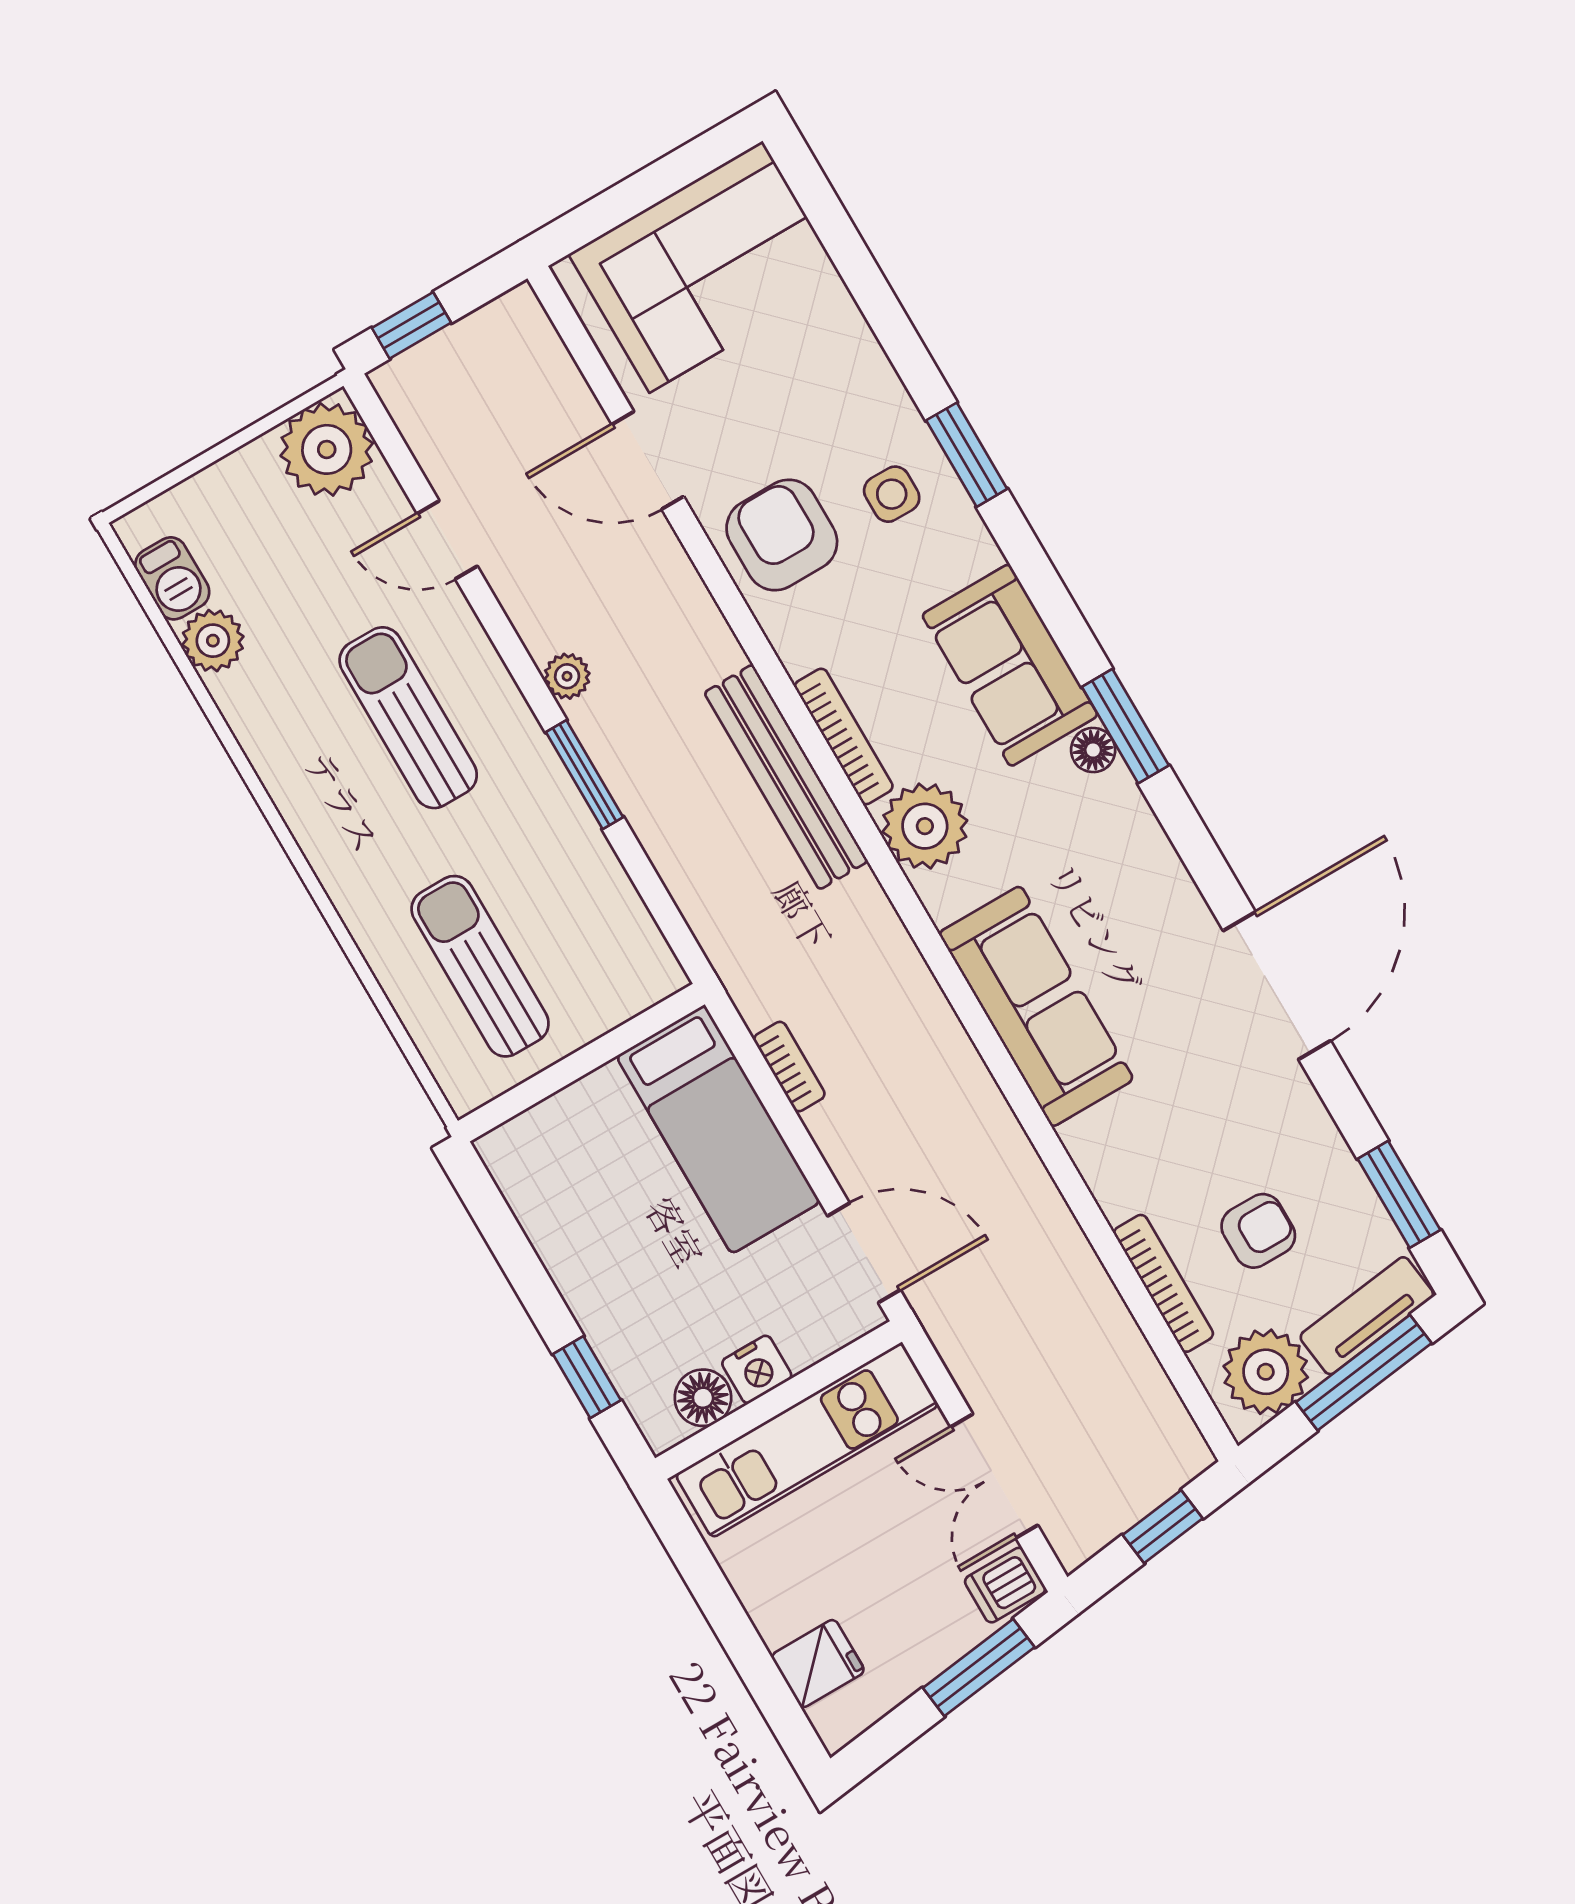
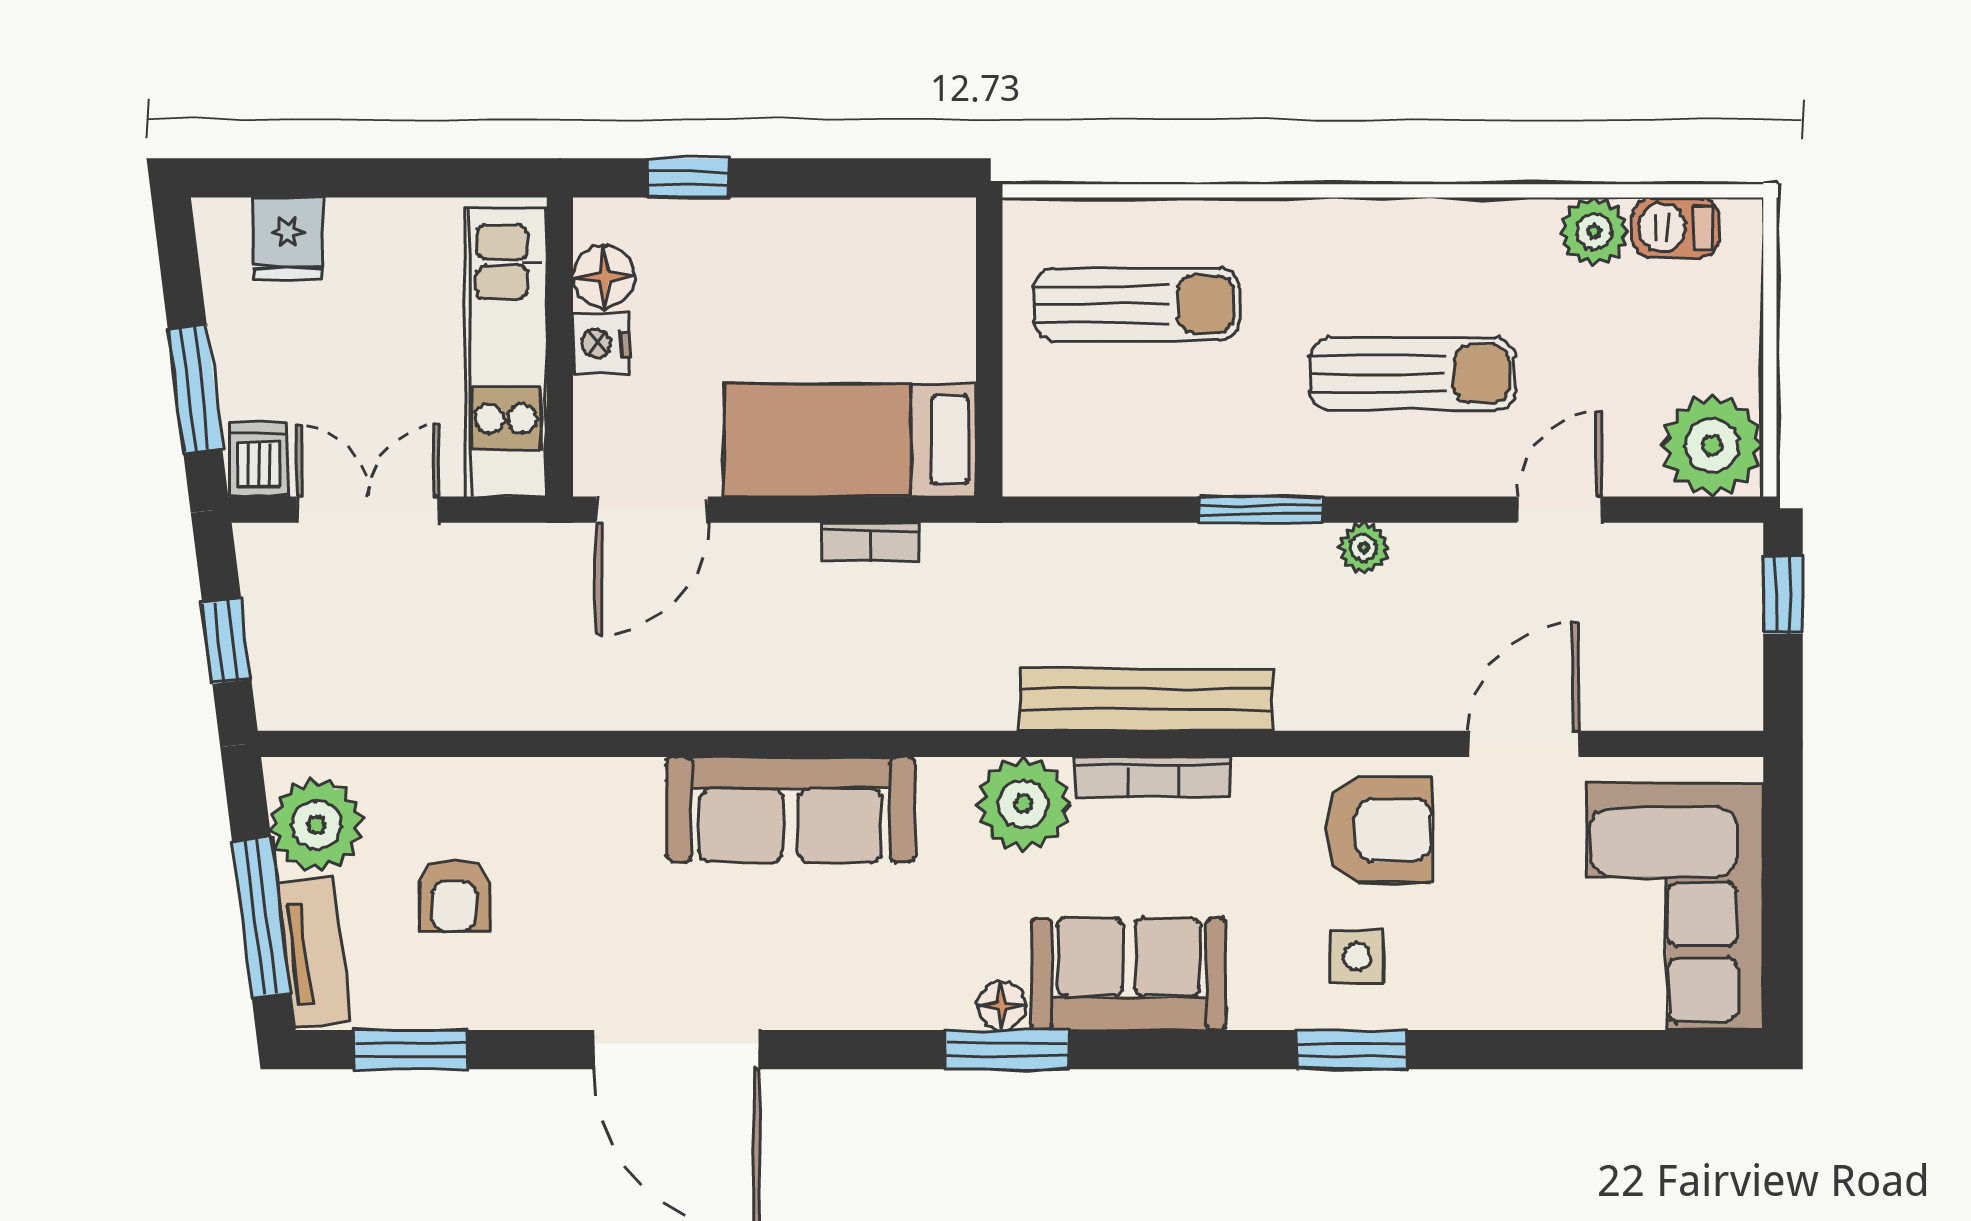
bookcase: (1164, 1283) -> (457, 777), removed

